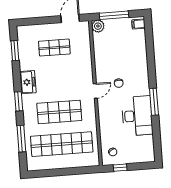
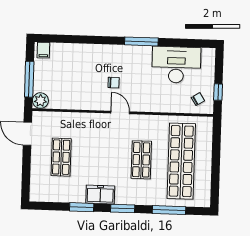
window: (15, 51) -> (82, 207), moved
shop shelf: (59, 112) -> (141, 160), width x0.70, depth x0.74
desk: (137, 116) -> (176, 65), moved

